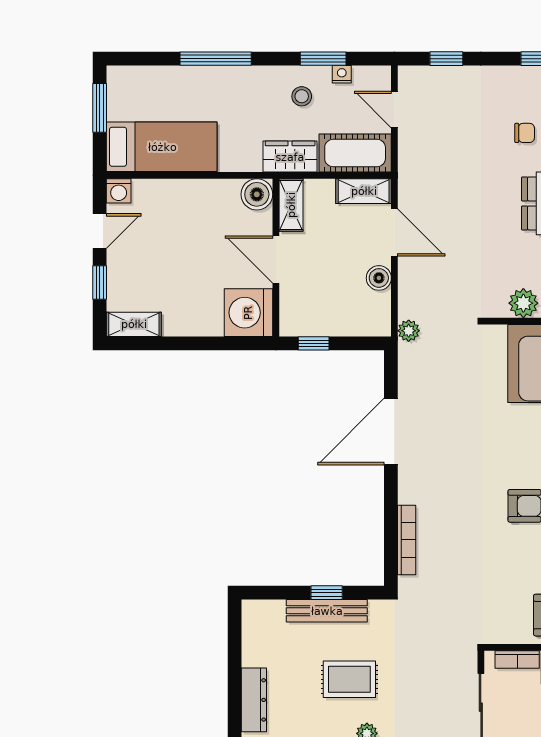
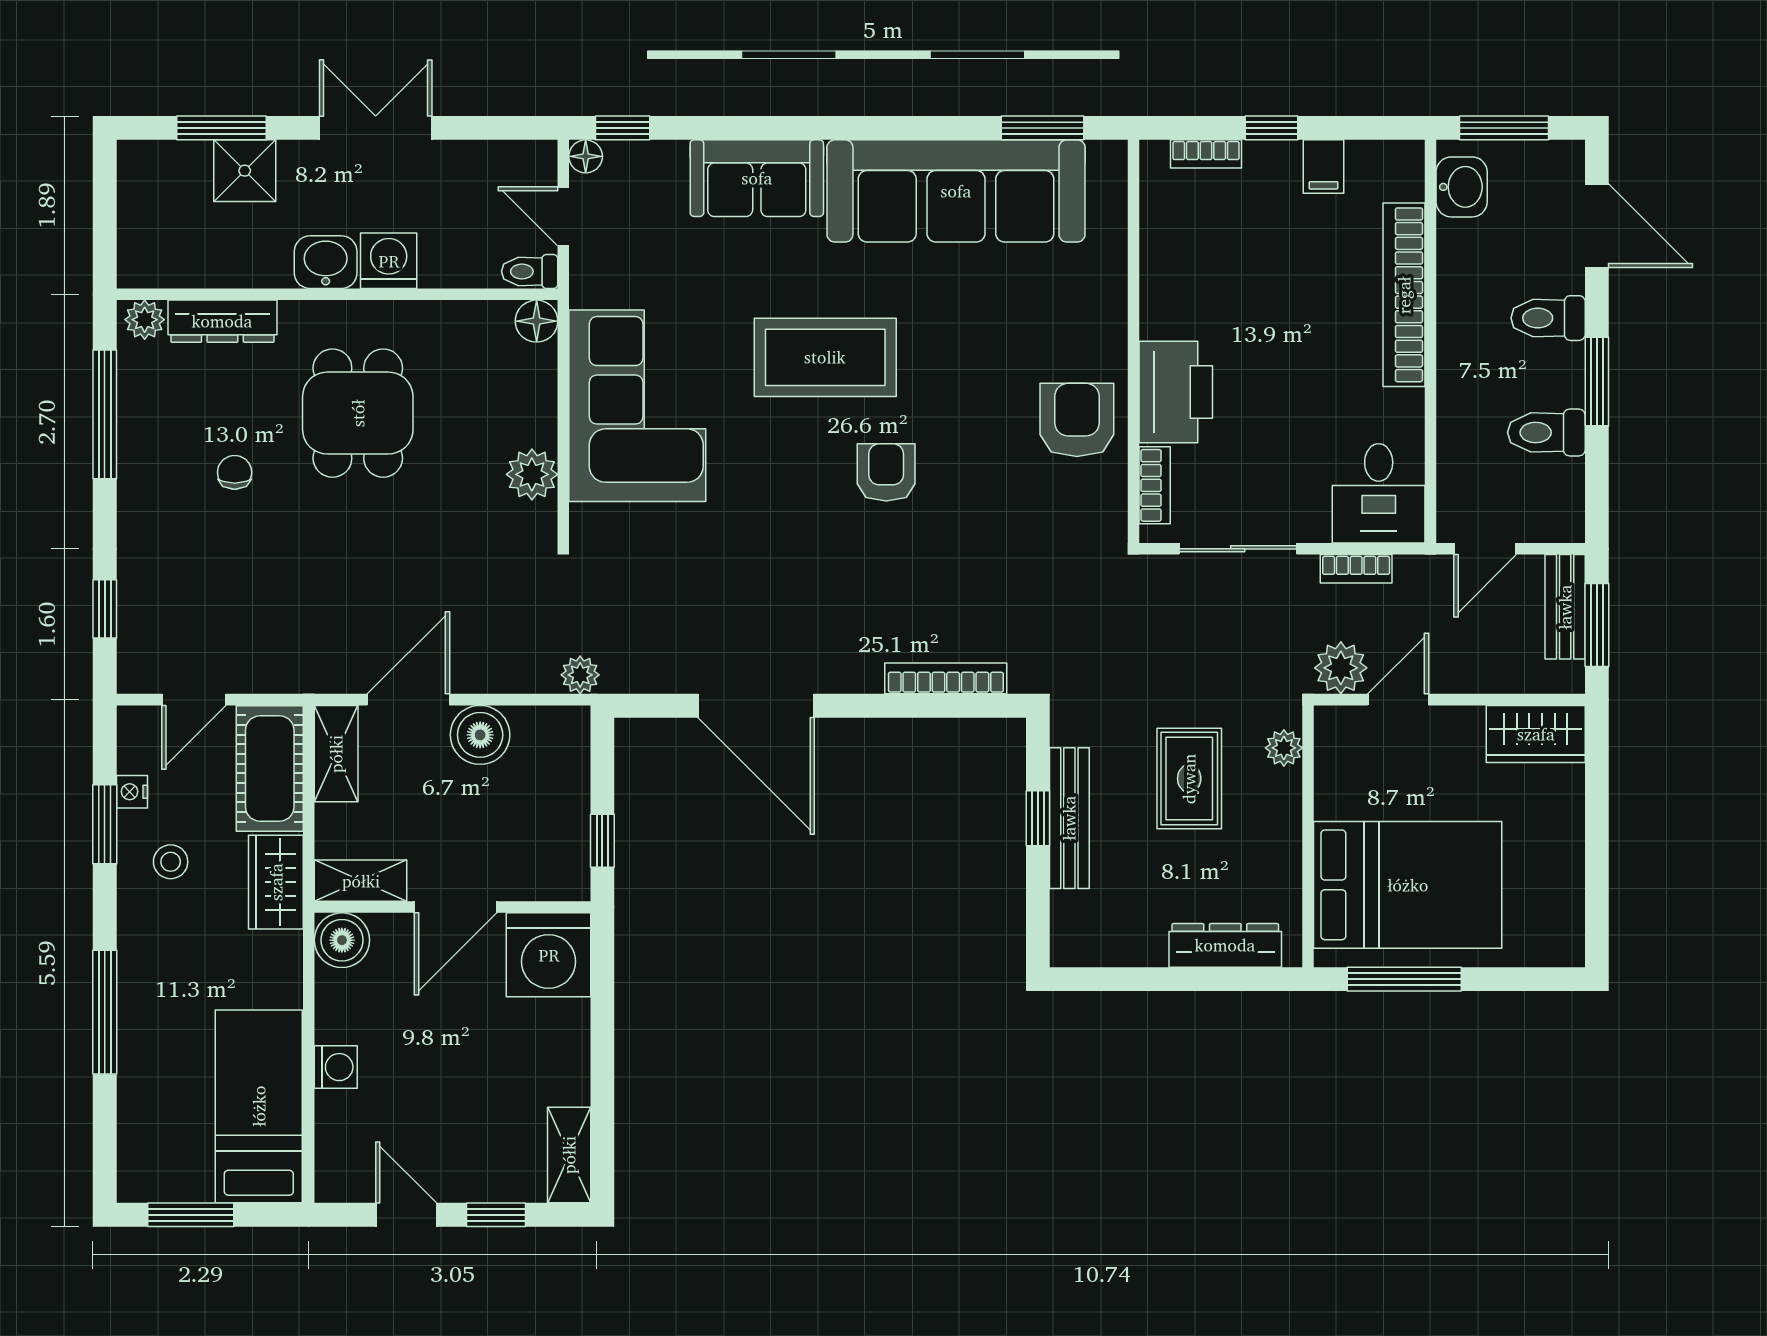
washing machine: (119, 191) -> (336, 1067), moved
boiler: (379, 278) -> (480, 735), width x1.36, depth x1.36

